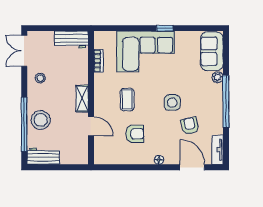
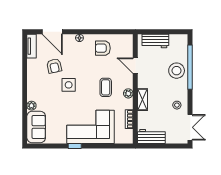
plant: (100, 92) -> (128, 93), added
shelving: (82, 98) -> (143, 100), moved
window: (226, 102) -> (25, 86), removed
armchair: (135, 134) -> (103, 48), moved
workbench: (43, 156) -> (155, 41), moved

